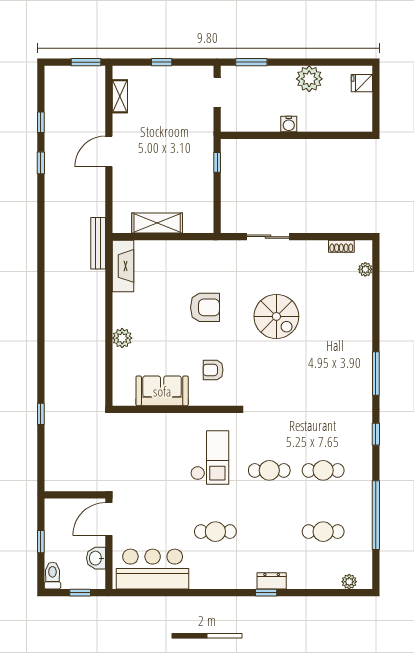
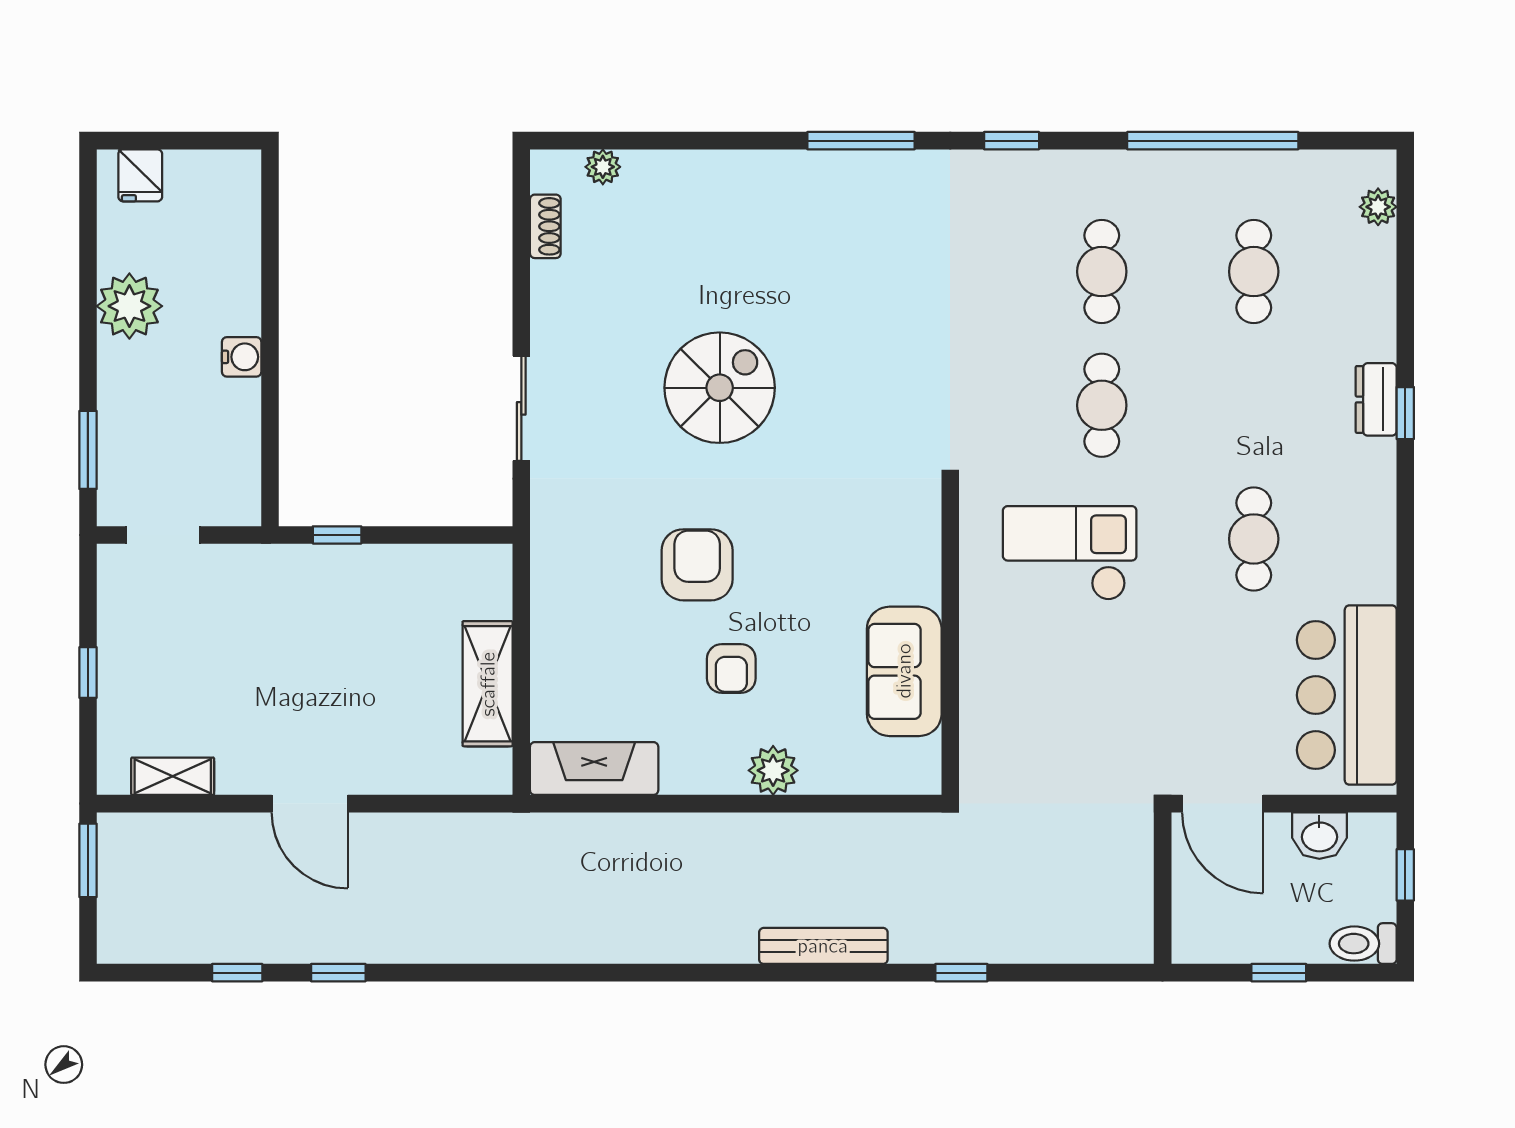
bench: (98, 243) -> (823, 946), moved
armchair: (213, 370) -> (731, 668), moved

